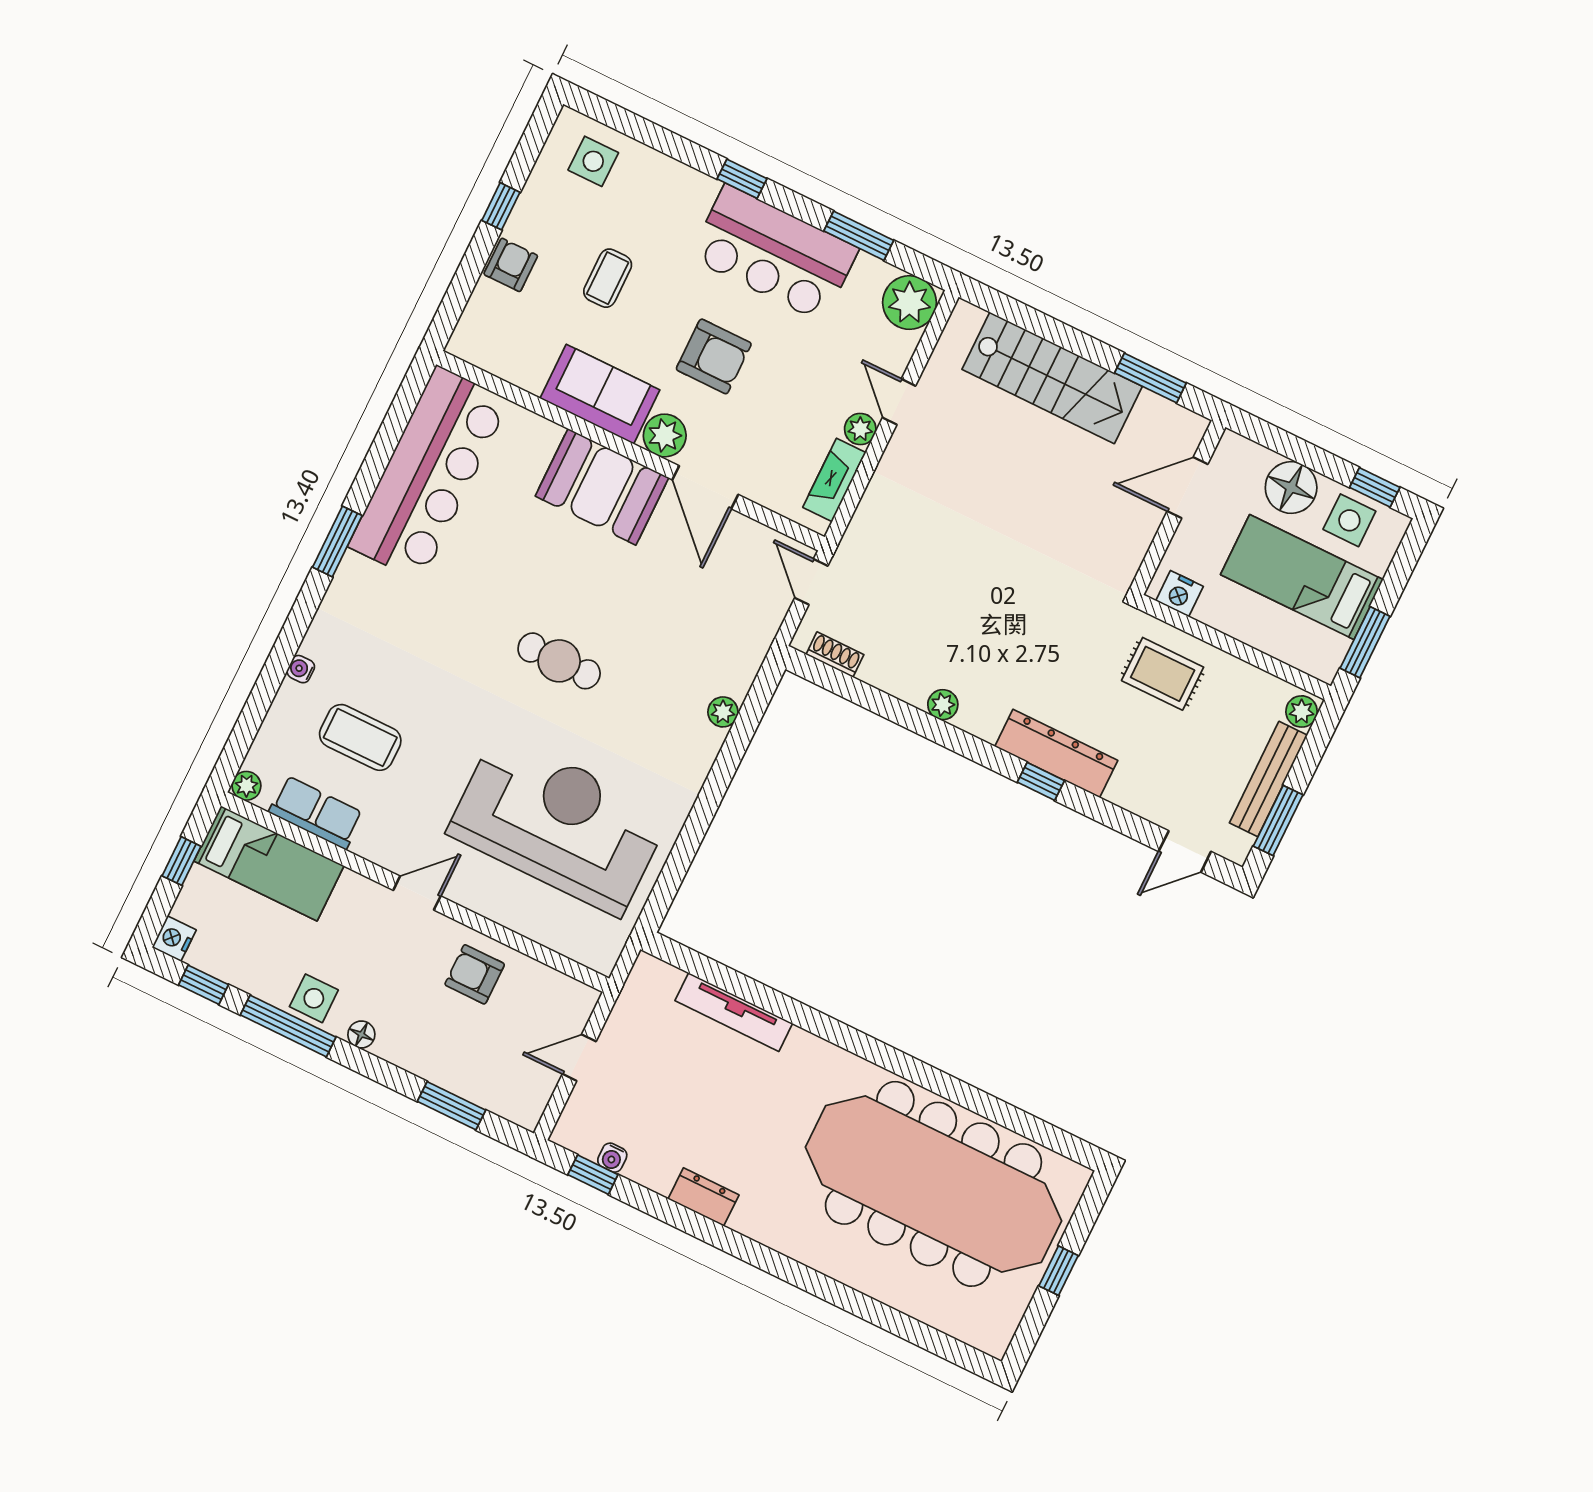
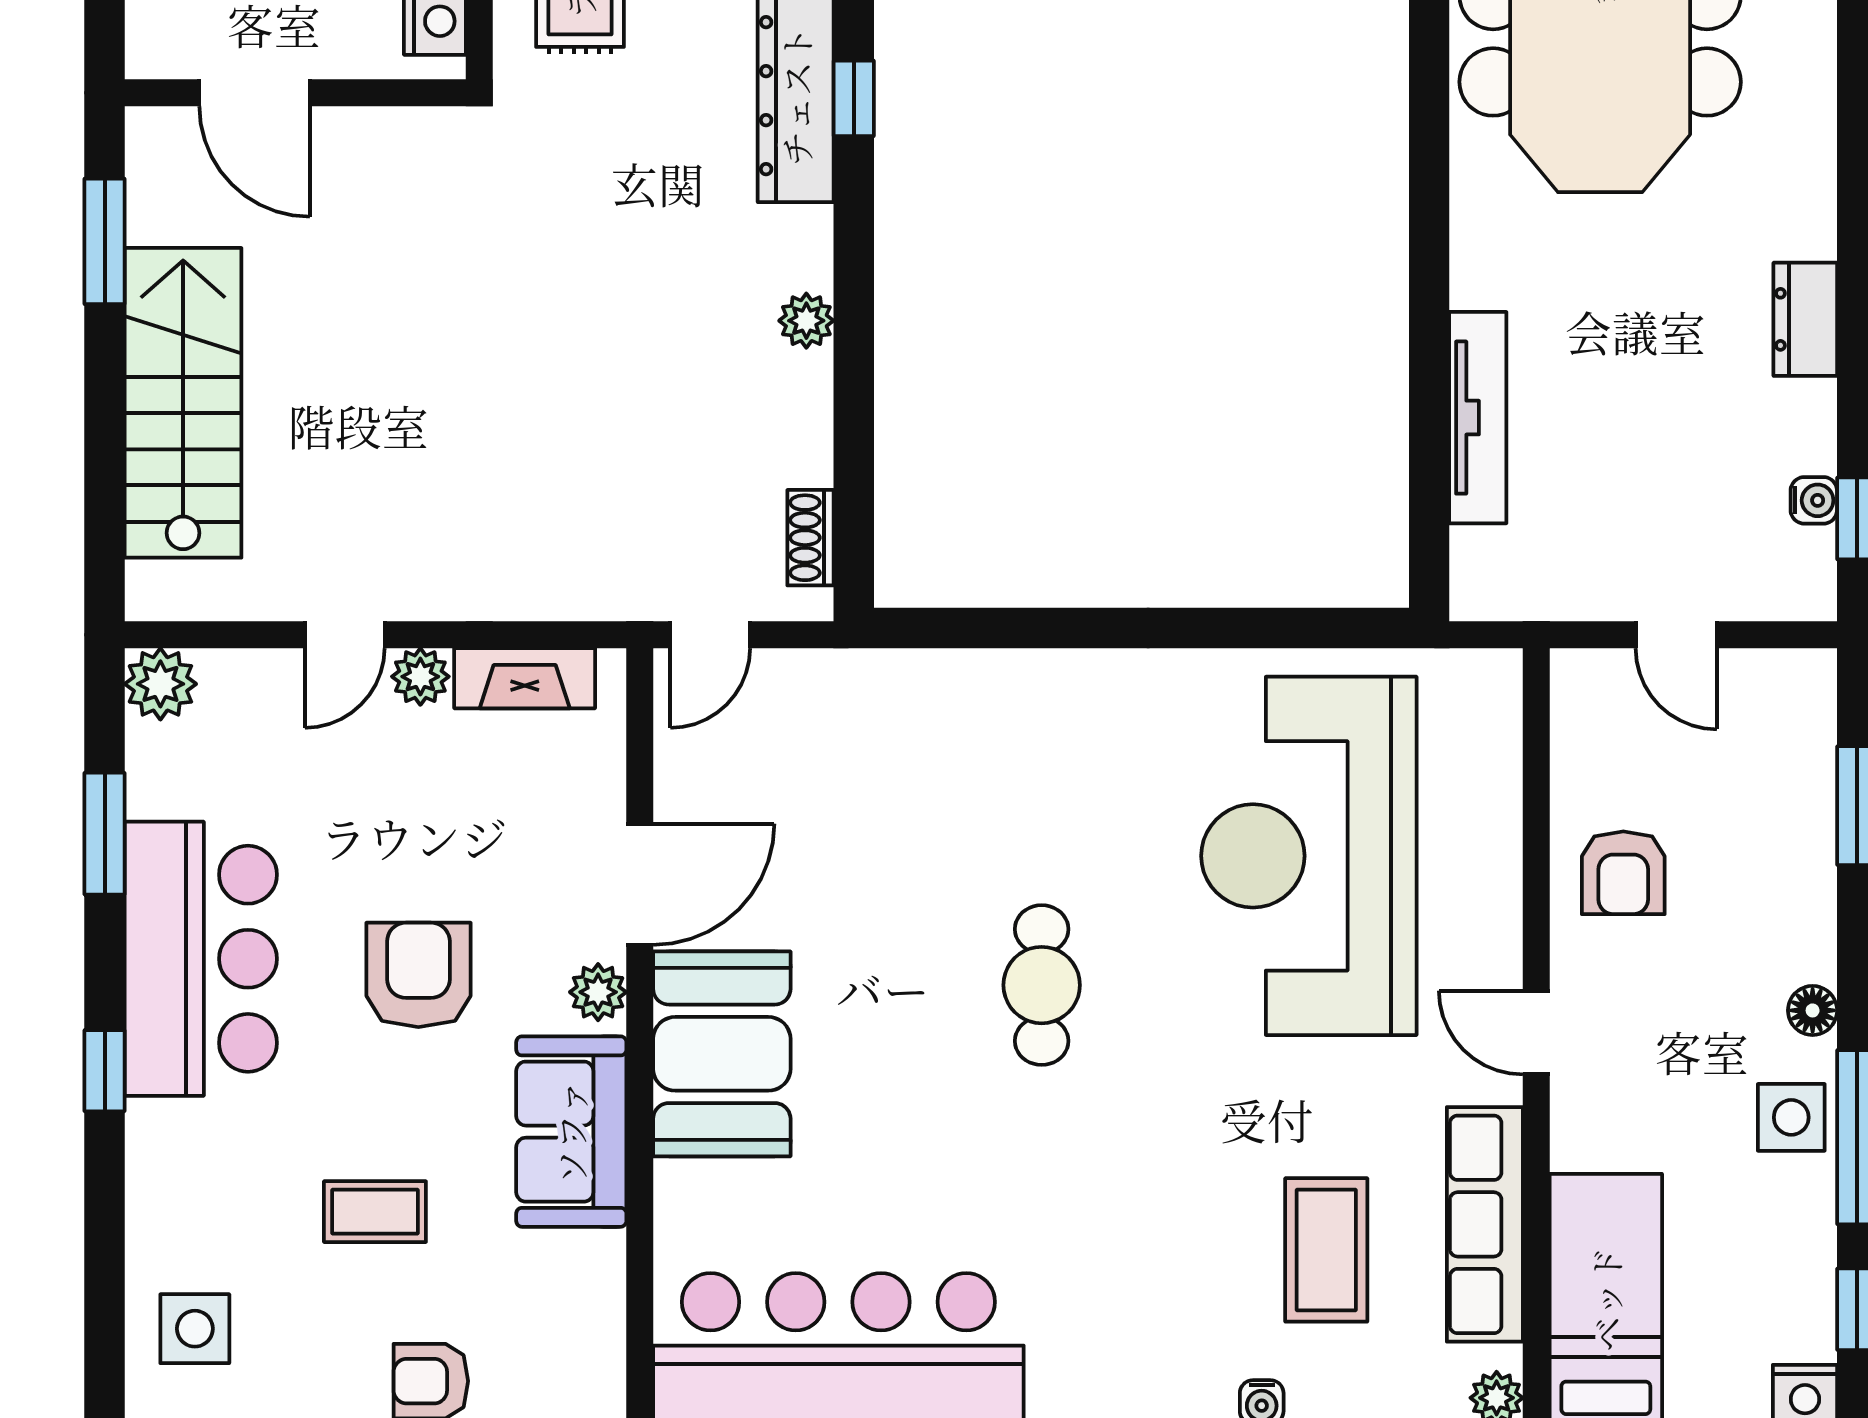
plant: (910, 303) -> (160, 684), width x0.73, depth x0.73
plant: (665, 435) -> (598, 992), width x0.73, depth x0.73
plant: (723, 712) -> (994, 675), removed
row of seats: (316, 813) -> (1485, 1224), width x1.48

